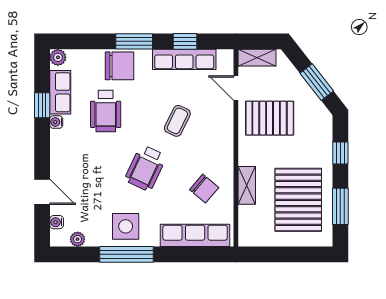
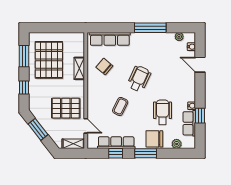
plant: (58, 57) -> (177, 144), moved
side table: (126, 226) -> (151, 44), removed

